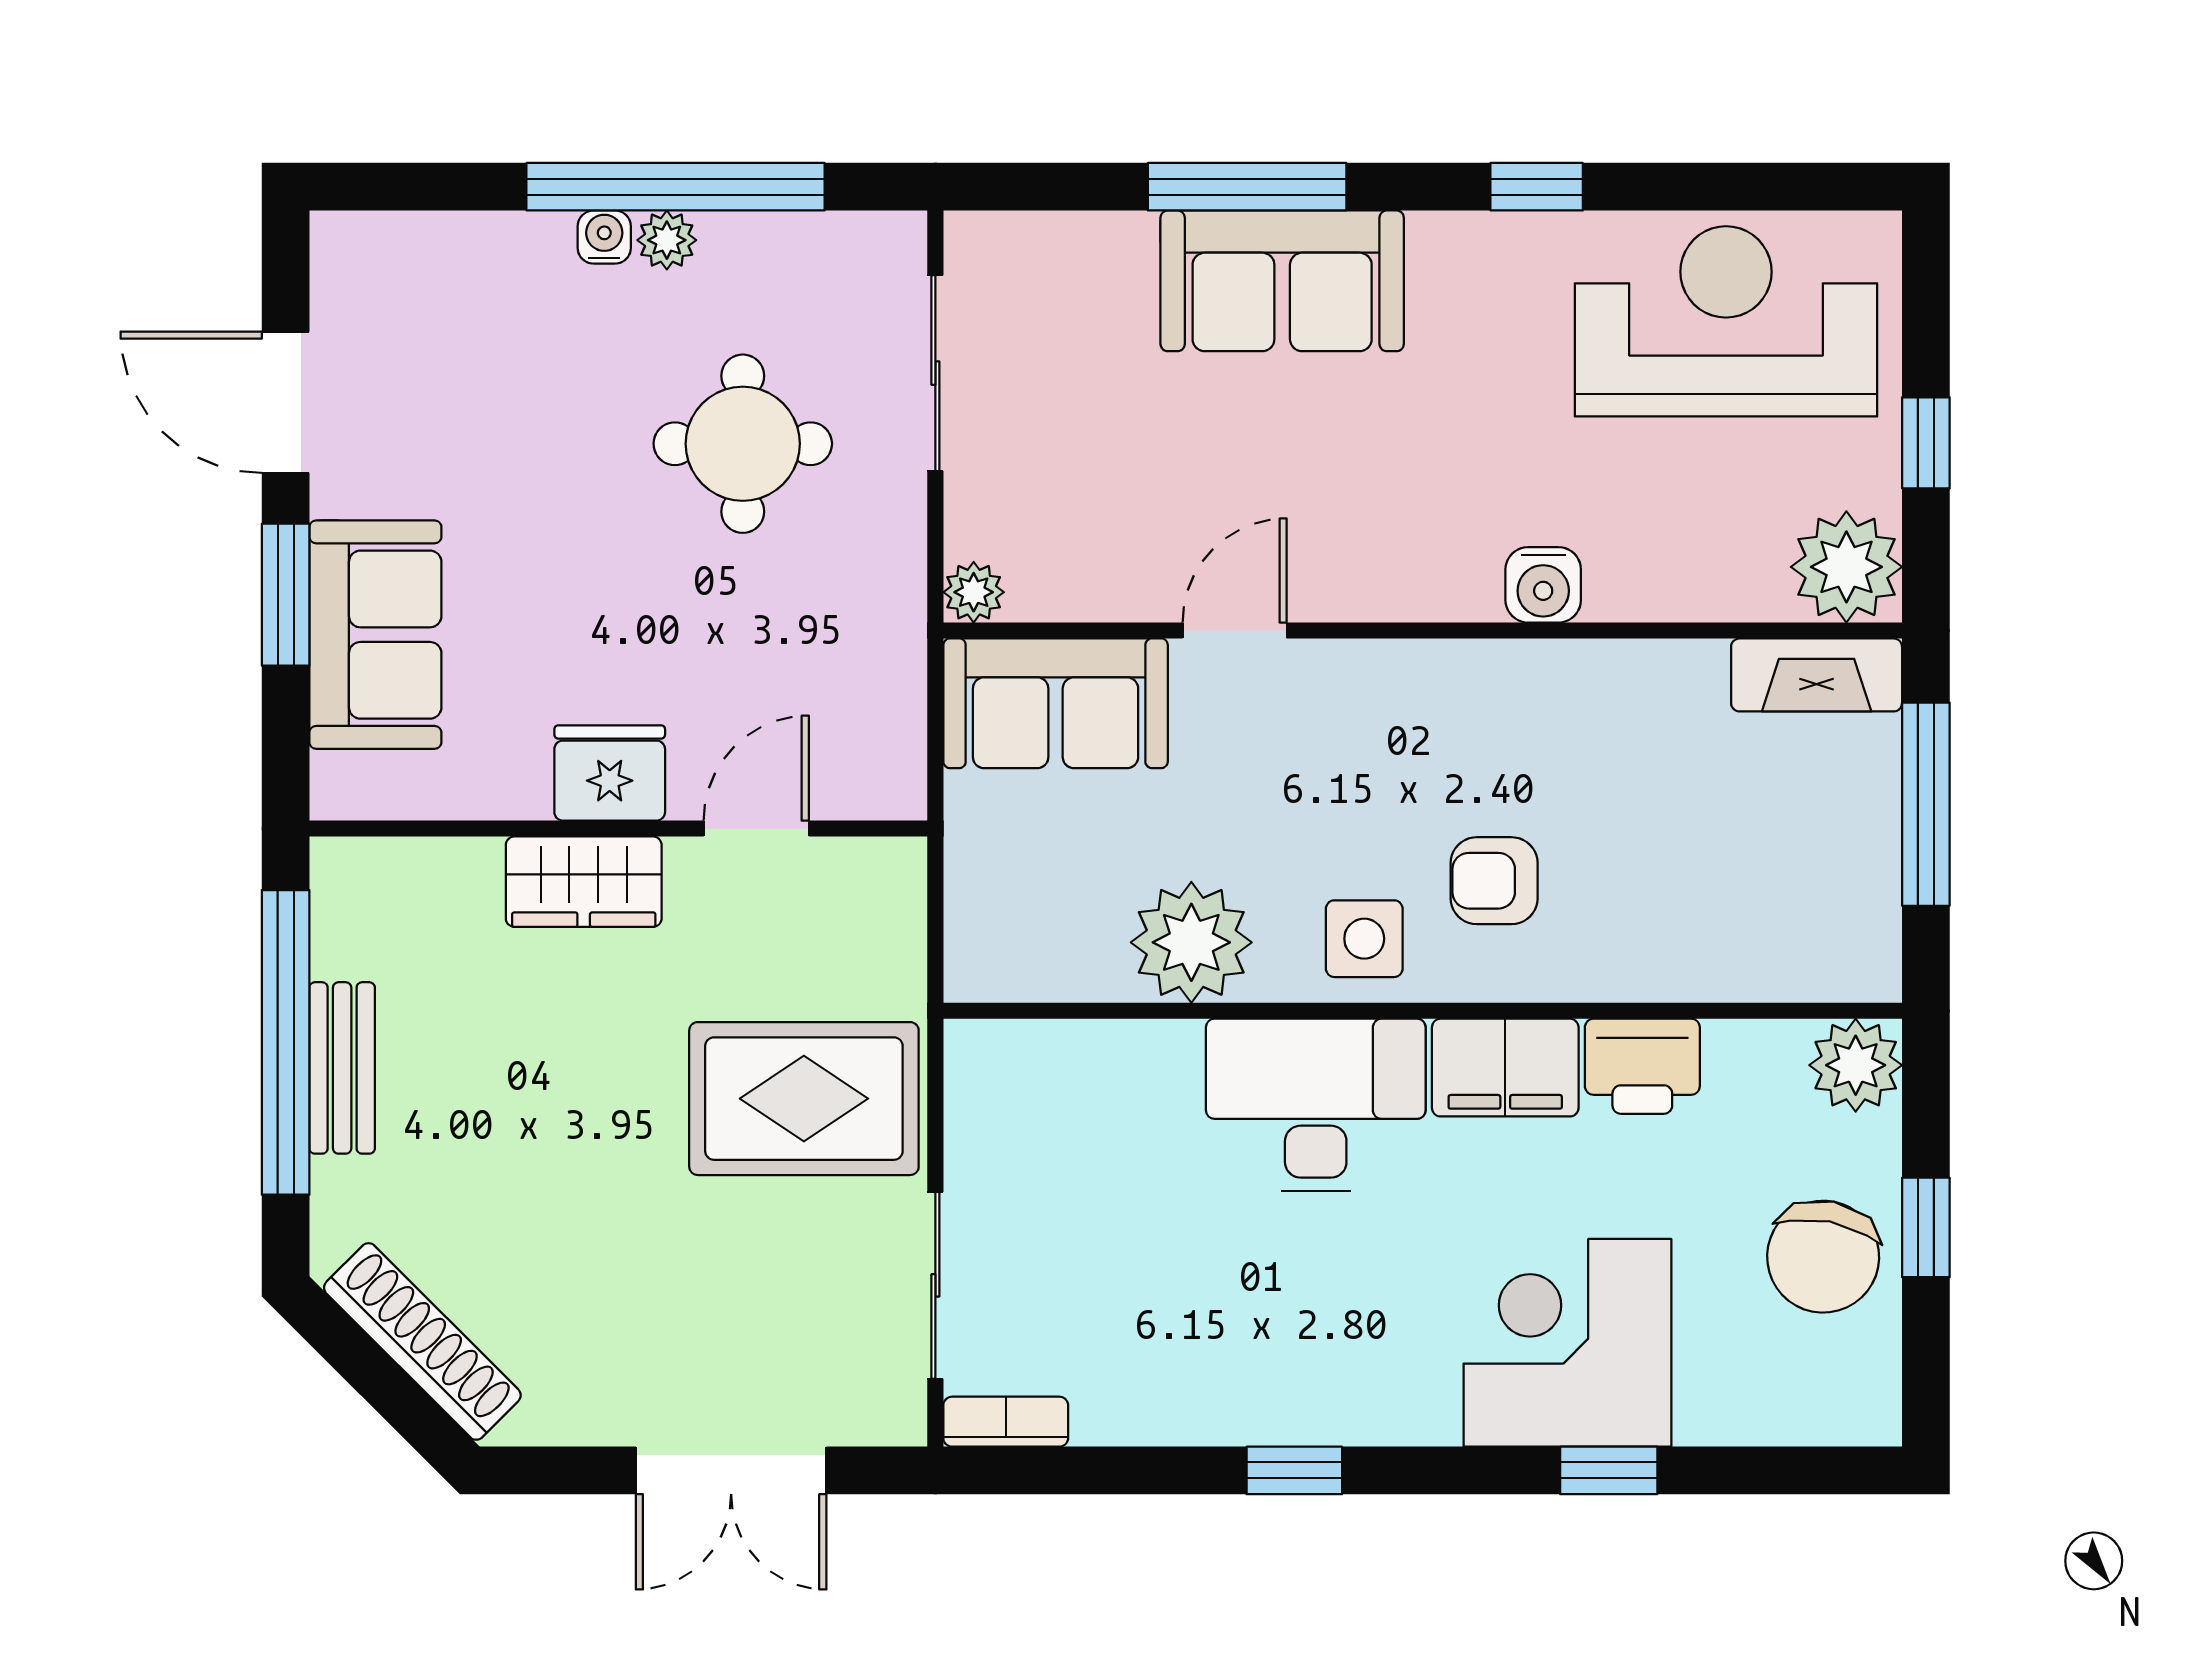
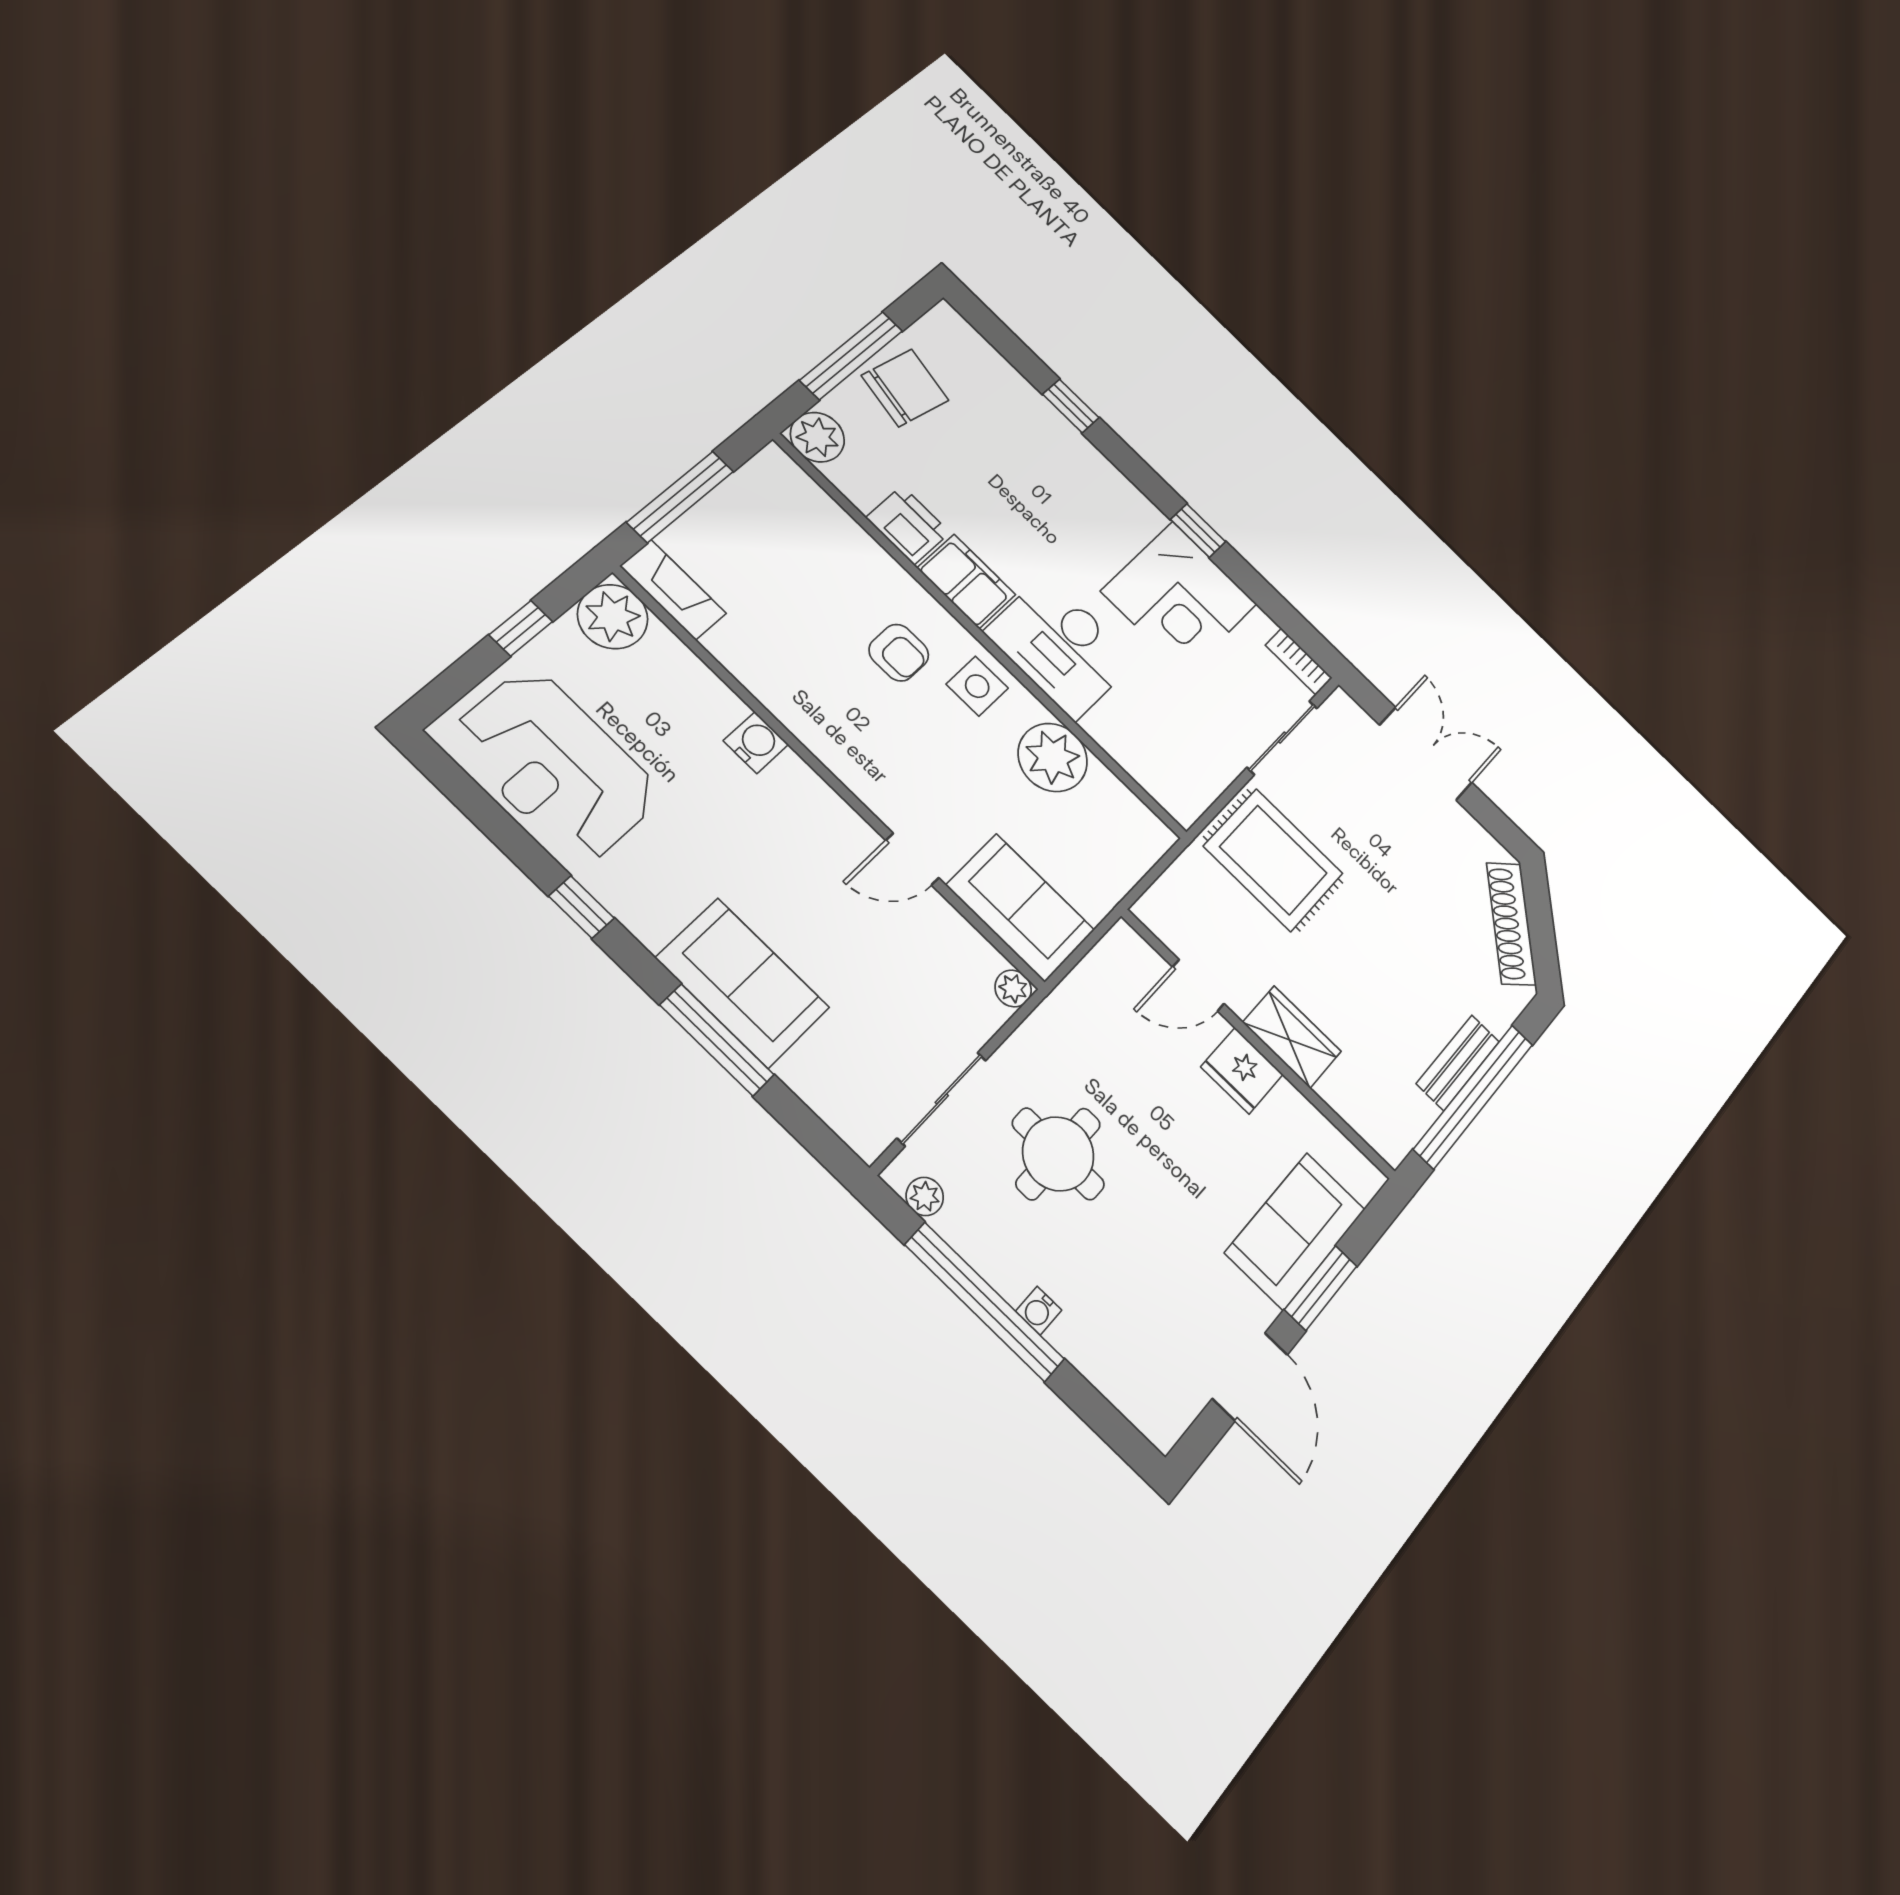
plant: (667, 240) -> (925, 1197), moved
window: (1926, 1227) -> (851, 356), width x2.17
corner desk: (1567, 1343) -> (1179, 598), moved

